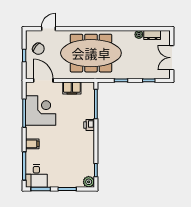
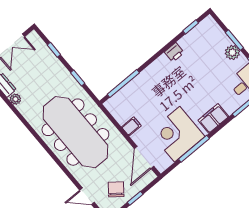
filing cabinet: (72, 88) -> (131, 126), width x0.50
printer: (89, 125) -> (174, 52), moved
filing cabinet: (32, 144) -> (213, 118), width x2.00
plant: (89, 182) -> (232, 52), moved

